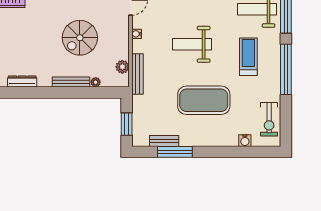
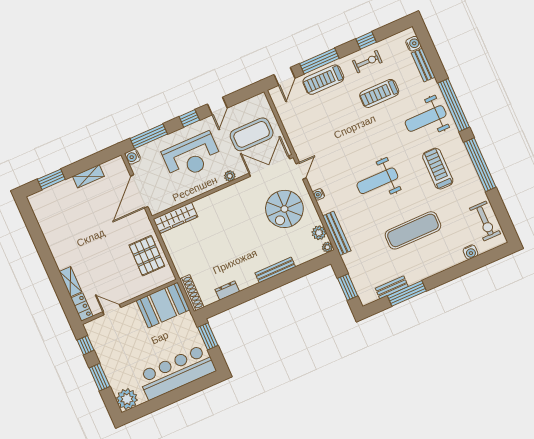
spiral stairs: (80, 38) -> (284, 209), moved
dresser: (22, 82) -> (227, 291), width x0.70
plant: (96, 82) -> (327, 247), moved
exercise mat: (204, 100) -> (413, 230), width x0.68

